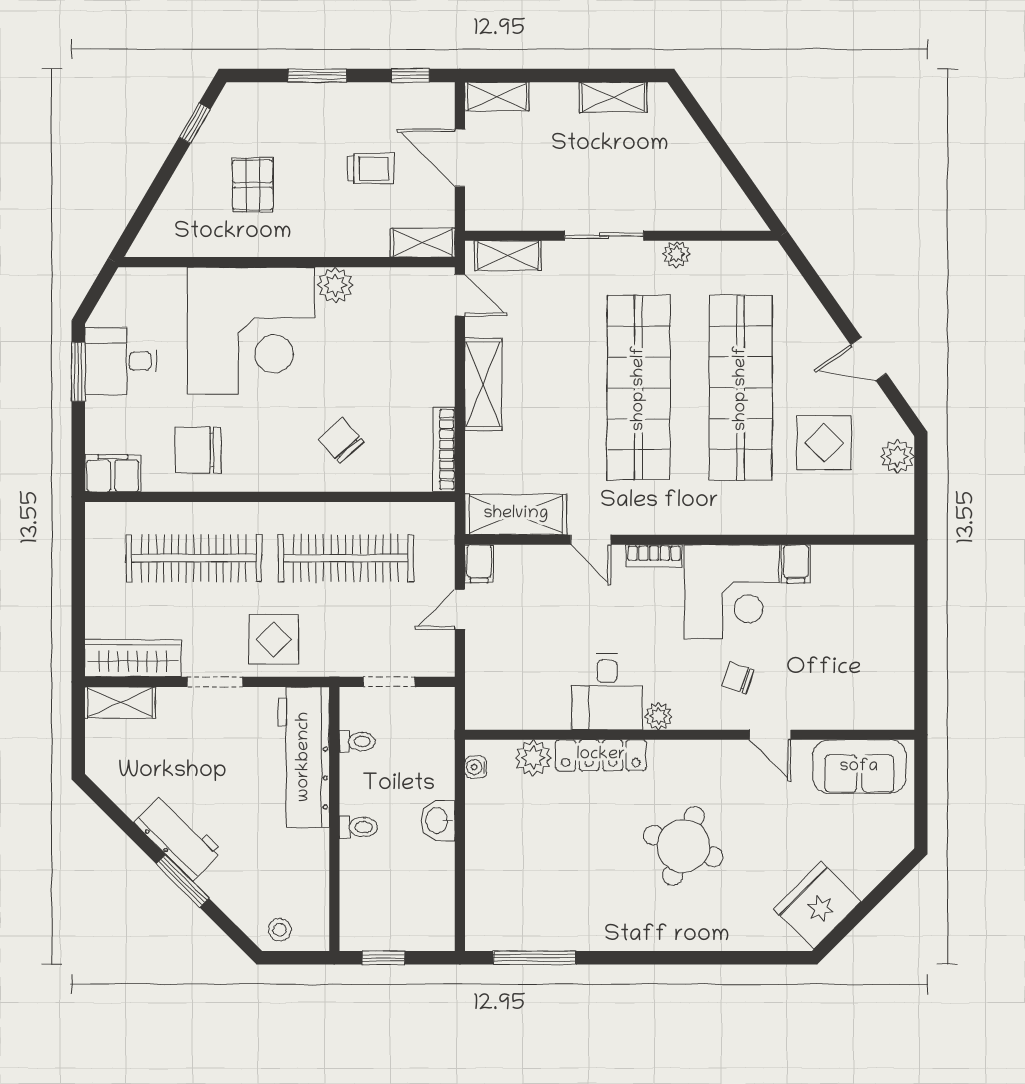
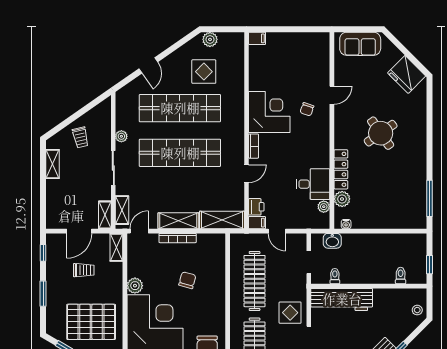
shelving: (497, 96) -> (105, 215), moved
trolley: (674, 161) -> (81, 137), added
trolley: (371, 168) -> (84, 270), turned 90
pallet: (253, 185) -> (91, 322), width x2.05, depth x2.00
door: (869, 359) -> (148, 65), moved
chair: (341, 441) -> (187, 280), moved, turned 147
bookcase: (444, 449) -> (178, 238), moved
shelving: (516, 514) -> (222, 220), moved, turned 90
printer: (515, 562) -> (256, 207), added
filing cabinet: (796, 564) -> (257, 38), moved
desk: (607, 692) -> (313, 184), moved
plant: (658, 716) -> (324, 207), moved
sofa: (859, 767) -> (360, 44), moved, turned 90
washbasin: (438, 821) -> (332, 241), moved
toilet: (358, 827) -> (401, 276), moved
round table: (683, 846) -> (381, 133), turned 35

